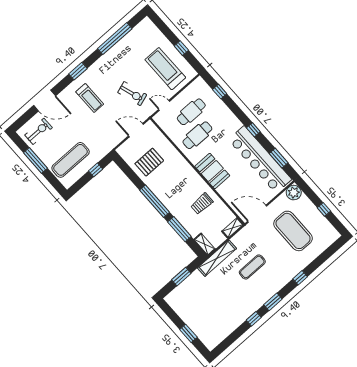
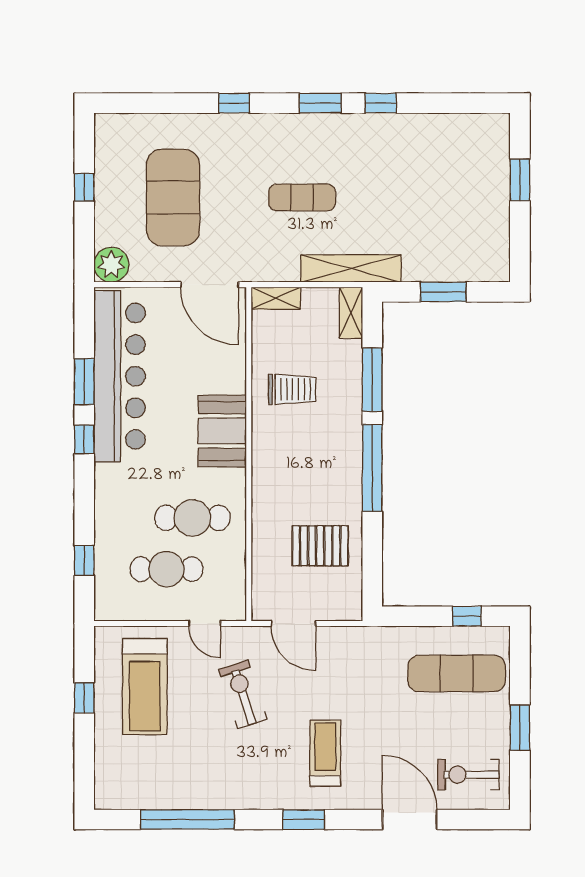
window: (279, 158) -> (84, 382), moved
window: (35, 160) -> (520, 728), width x0.69
window: (96, 170) -> (467, 616), moved

